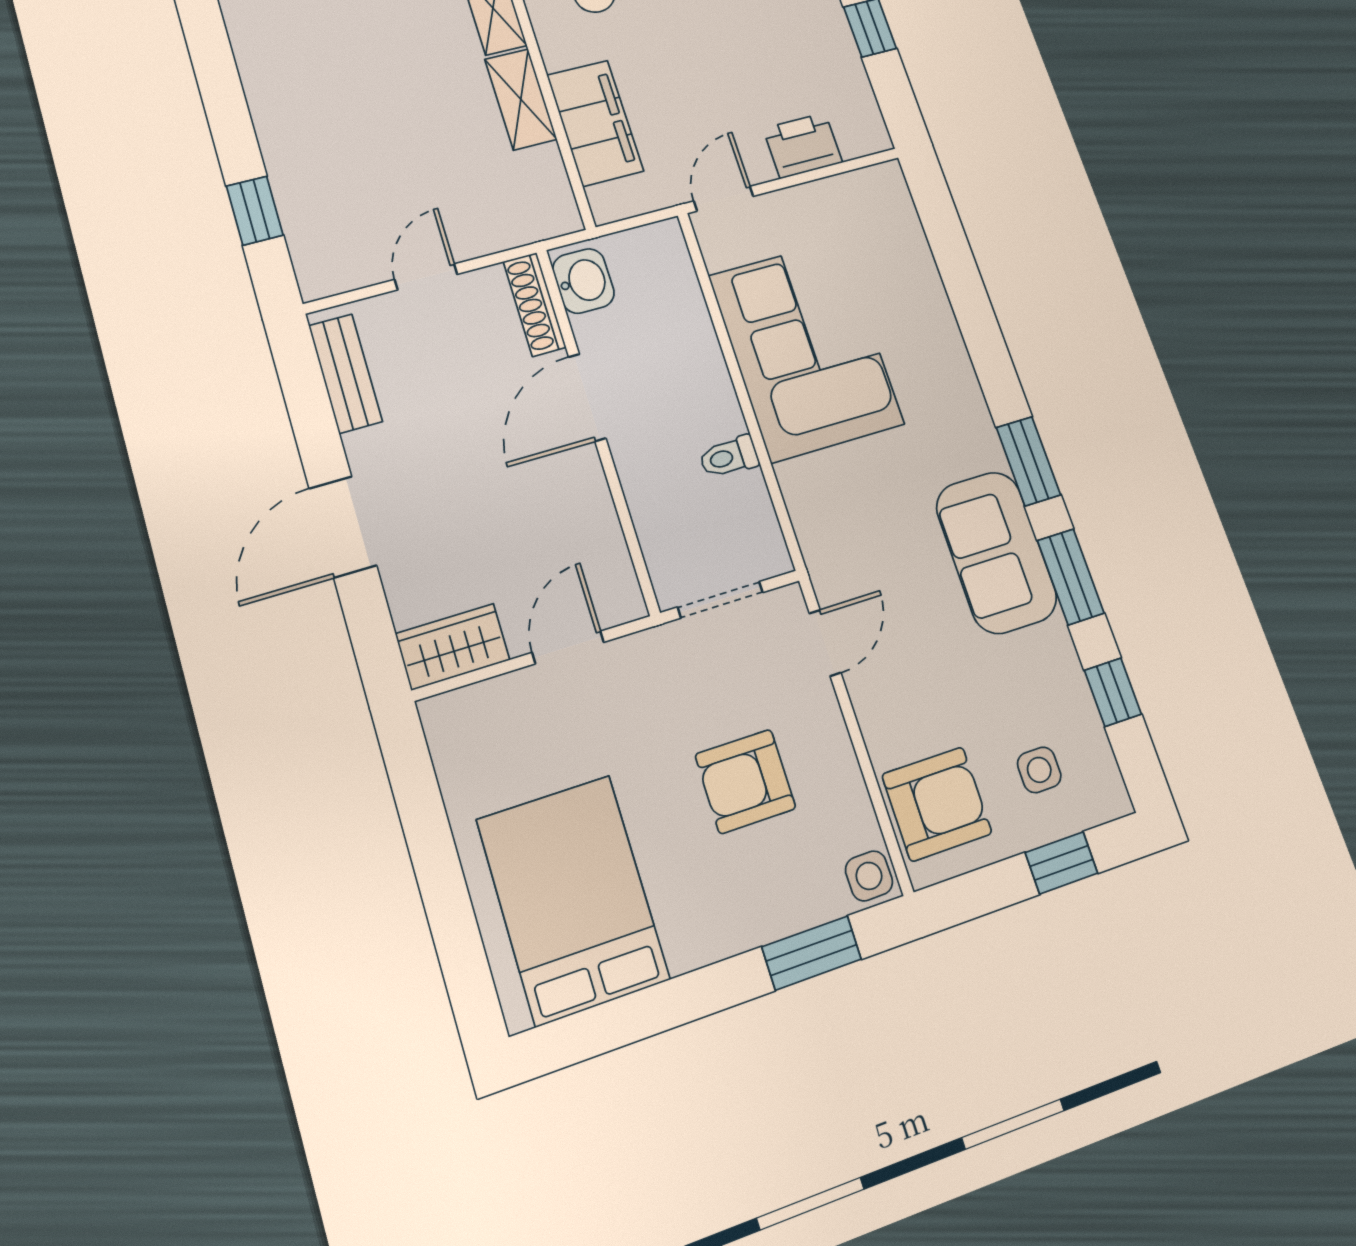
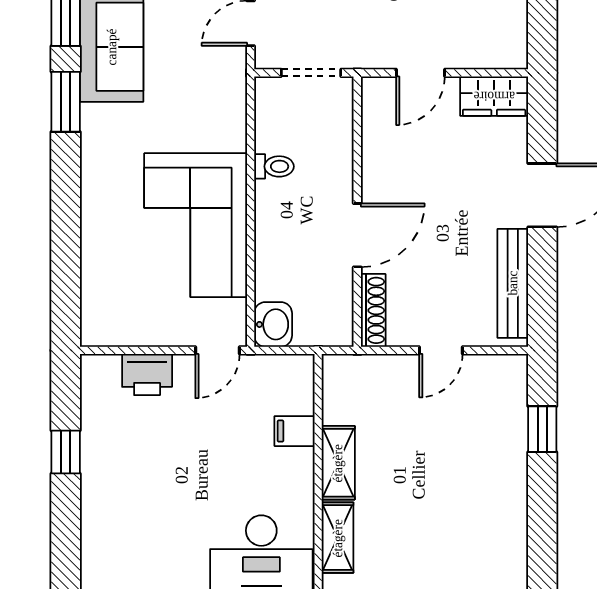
filing cabinet: (595, 123) -> (295, 431), width x0.33, depth x0.86
washbasin: (583, 281) -> (273, 324), moved, turned 180
bench: (345, 373) -> (513, 283), width x1.36

